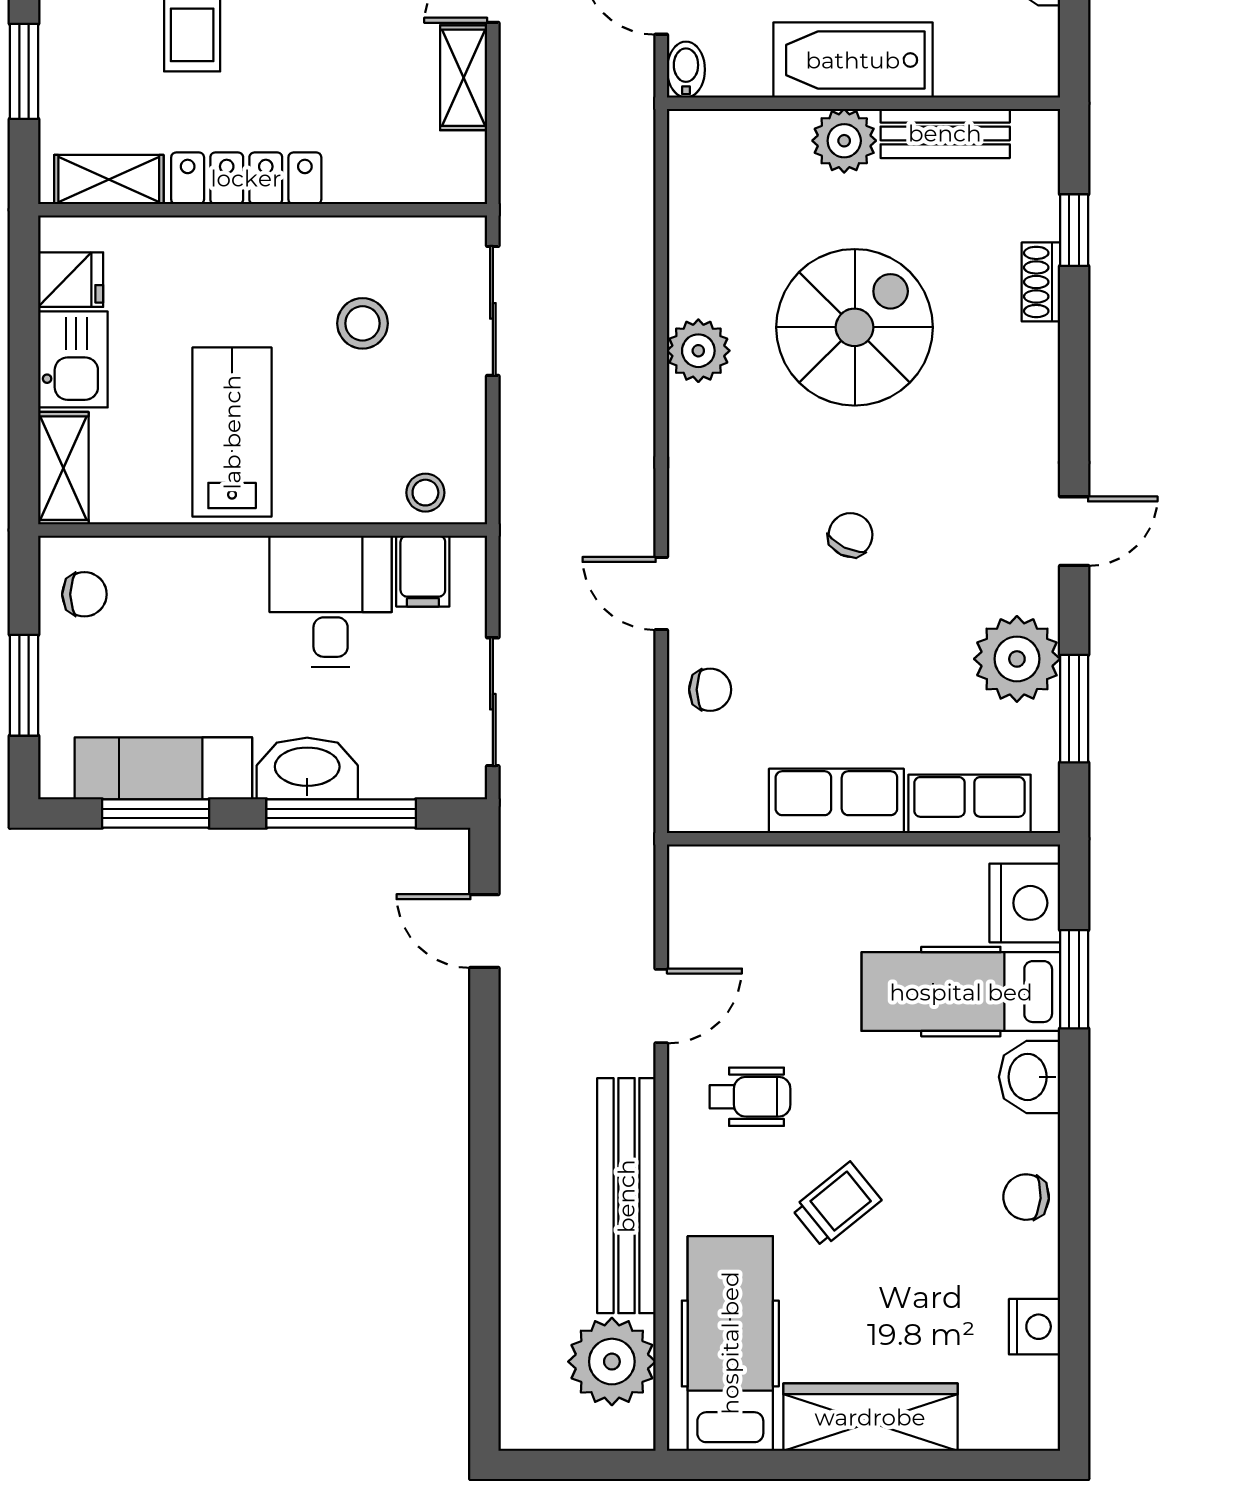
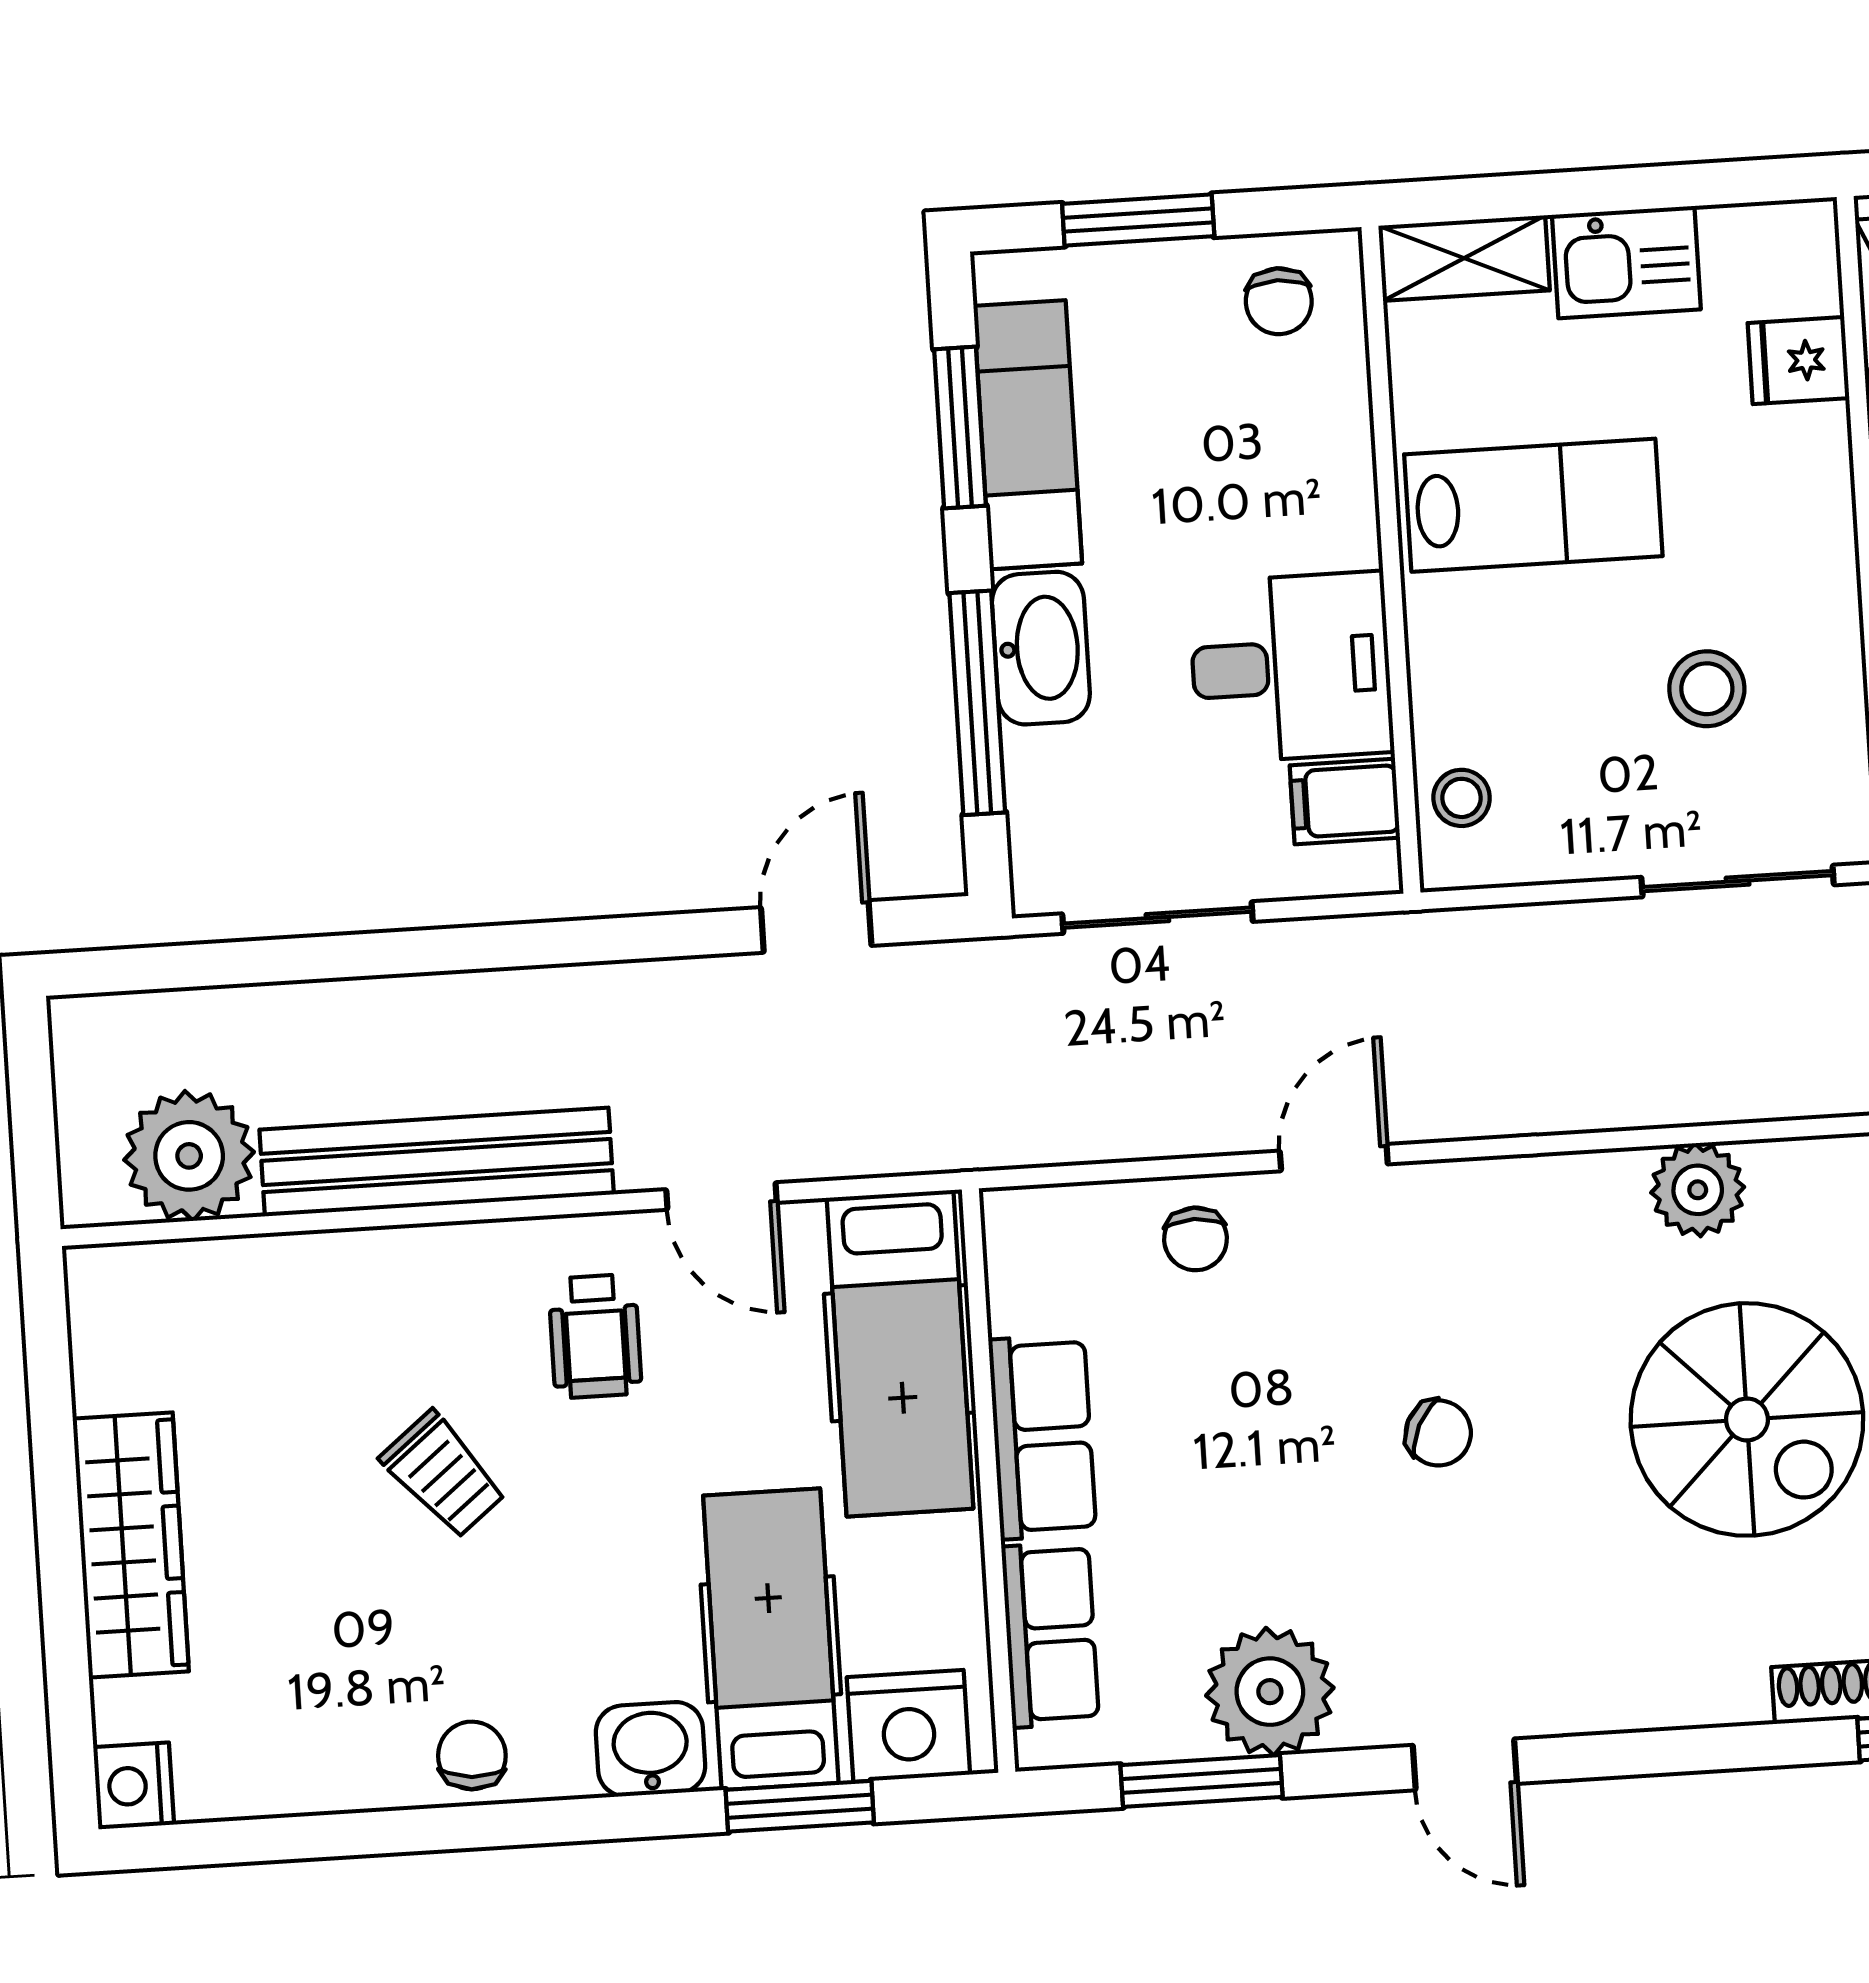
fridge: (71, 280) -> (1798, 361), moved, turned 90
nightstand: (1034, 1327) -> (134, 1786), moved, turned 90
hospital bed: (730, 1343) -> (900, 1353), moved, turned 90

